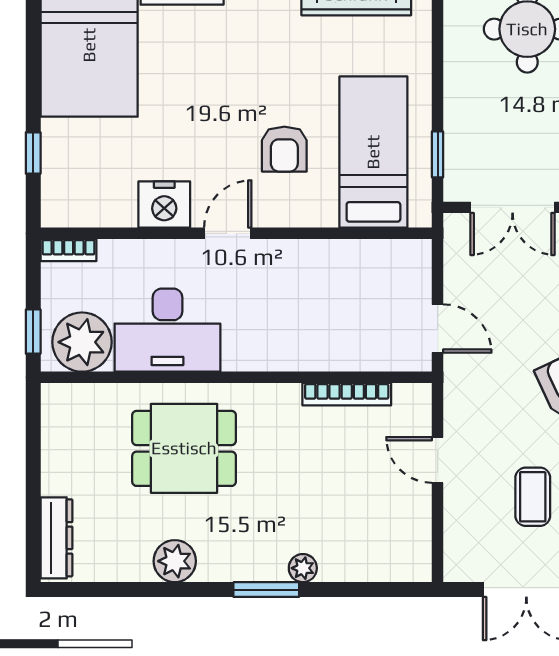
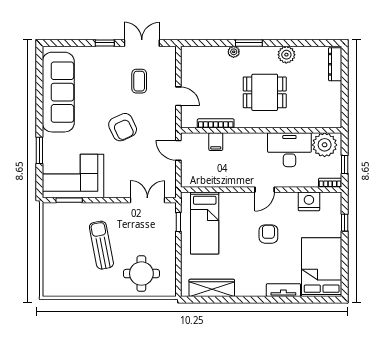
armchair: (284, 149) -> (268, 234), moved
nightstand: (164, 205) -> (309, 201), moved
window: (33, 332) -> (345, 164), moved
filing cabinet: (347, 350) -> (216, 142), added
dining table: (184, 448) -> (265, 92), moved

